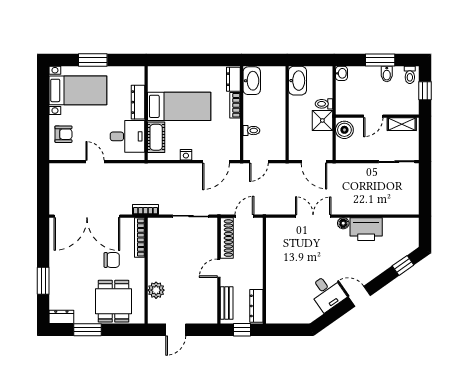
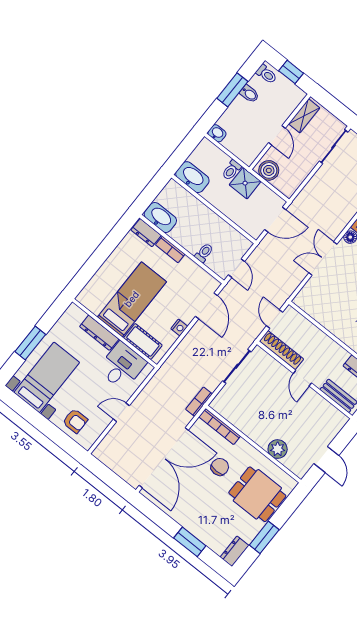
armchair: (63, 134) -> (75, 421), turned 90

